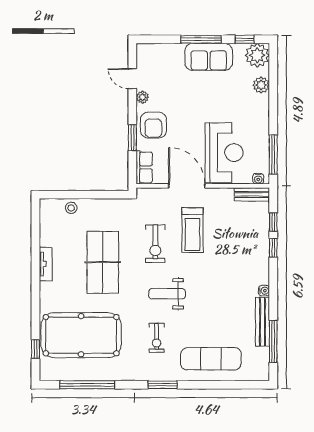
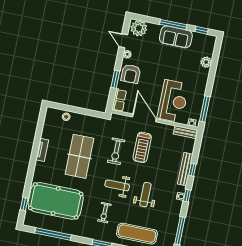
plant: (257, 55) -> (139, 28), moved
window: (273, 222) -> (187, 196), moved
weight bench: (212, 299) -> (145, 195), added
bench: (263, 322) -> (185, 169), moved

